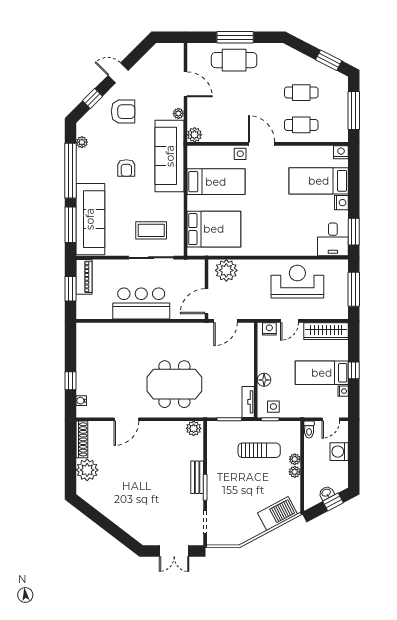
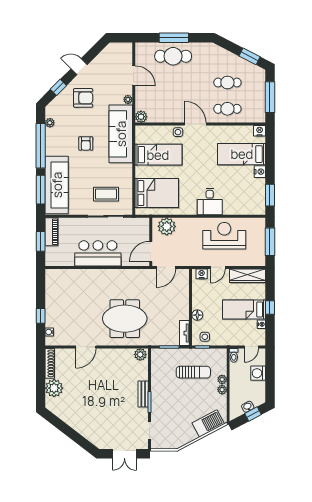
desk: (333, 239) -> (210, 201), moved

